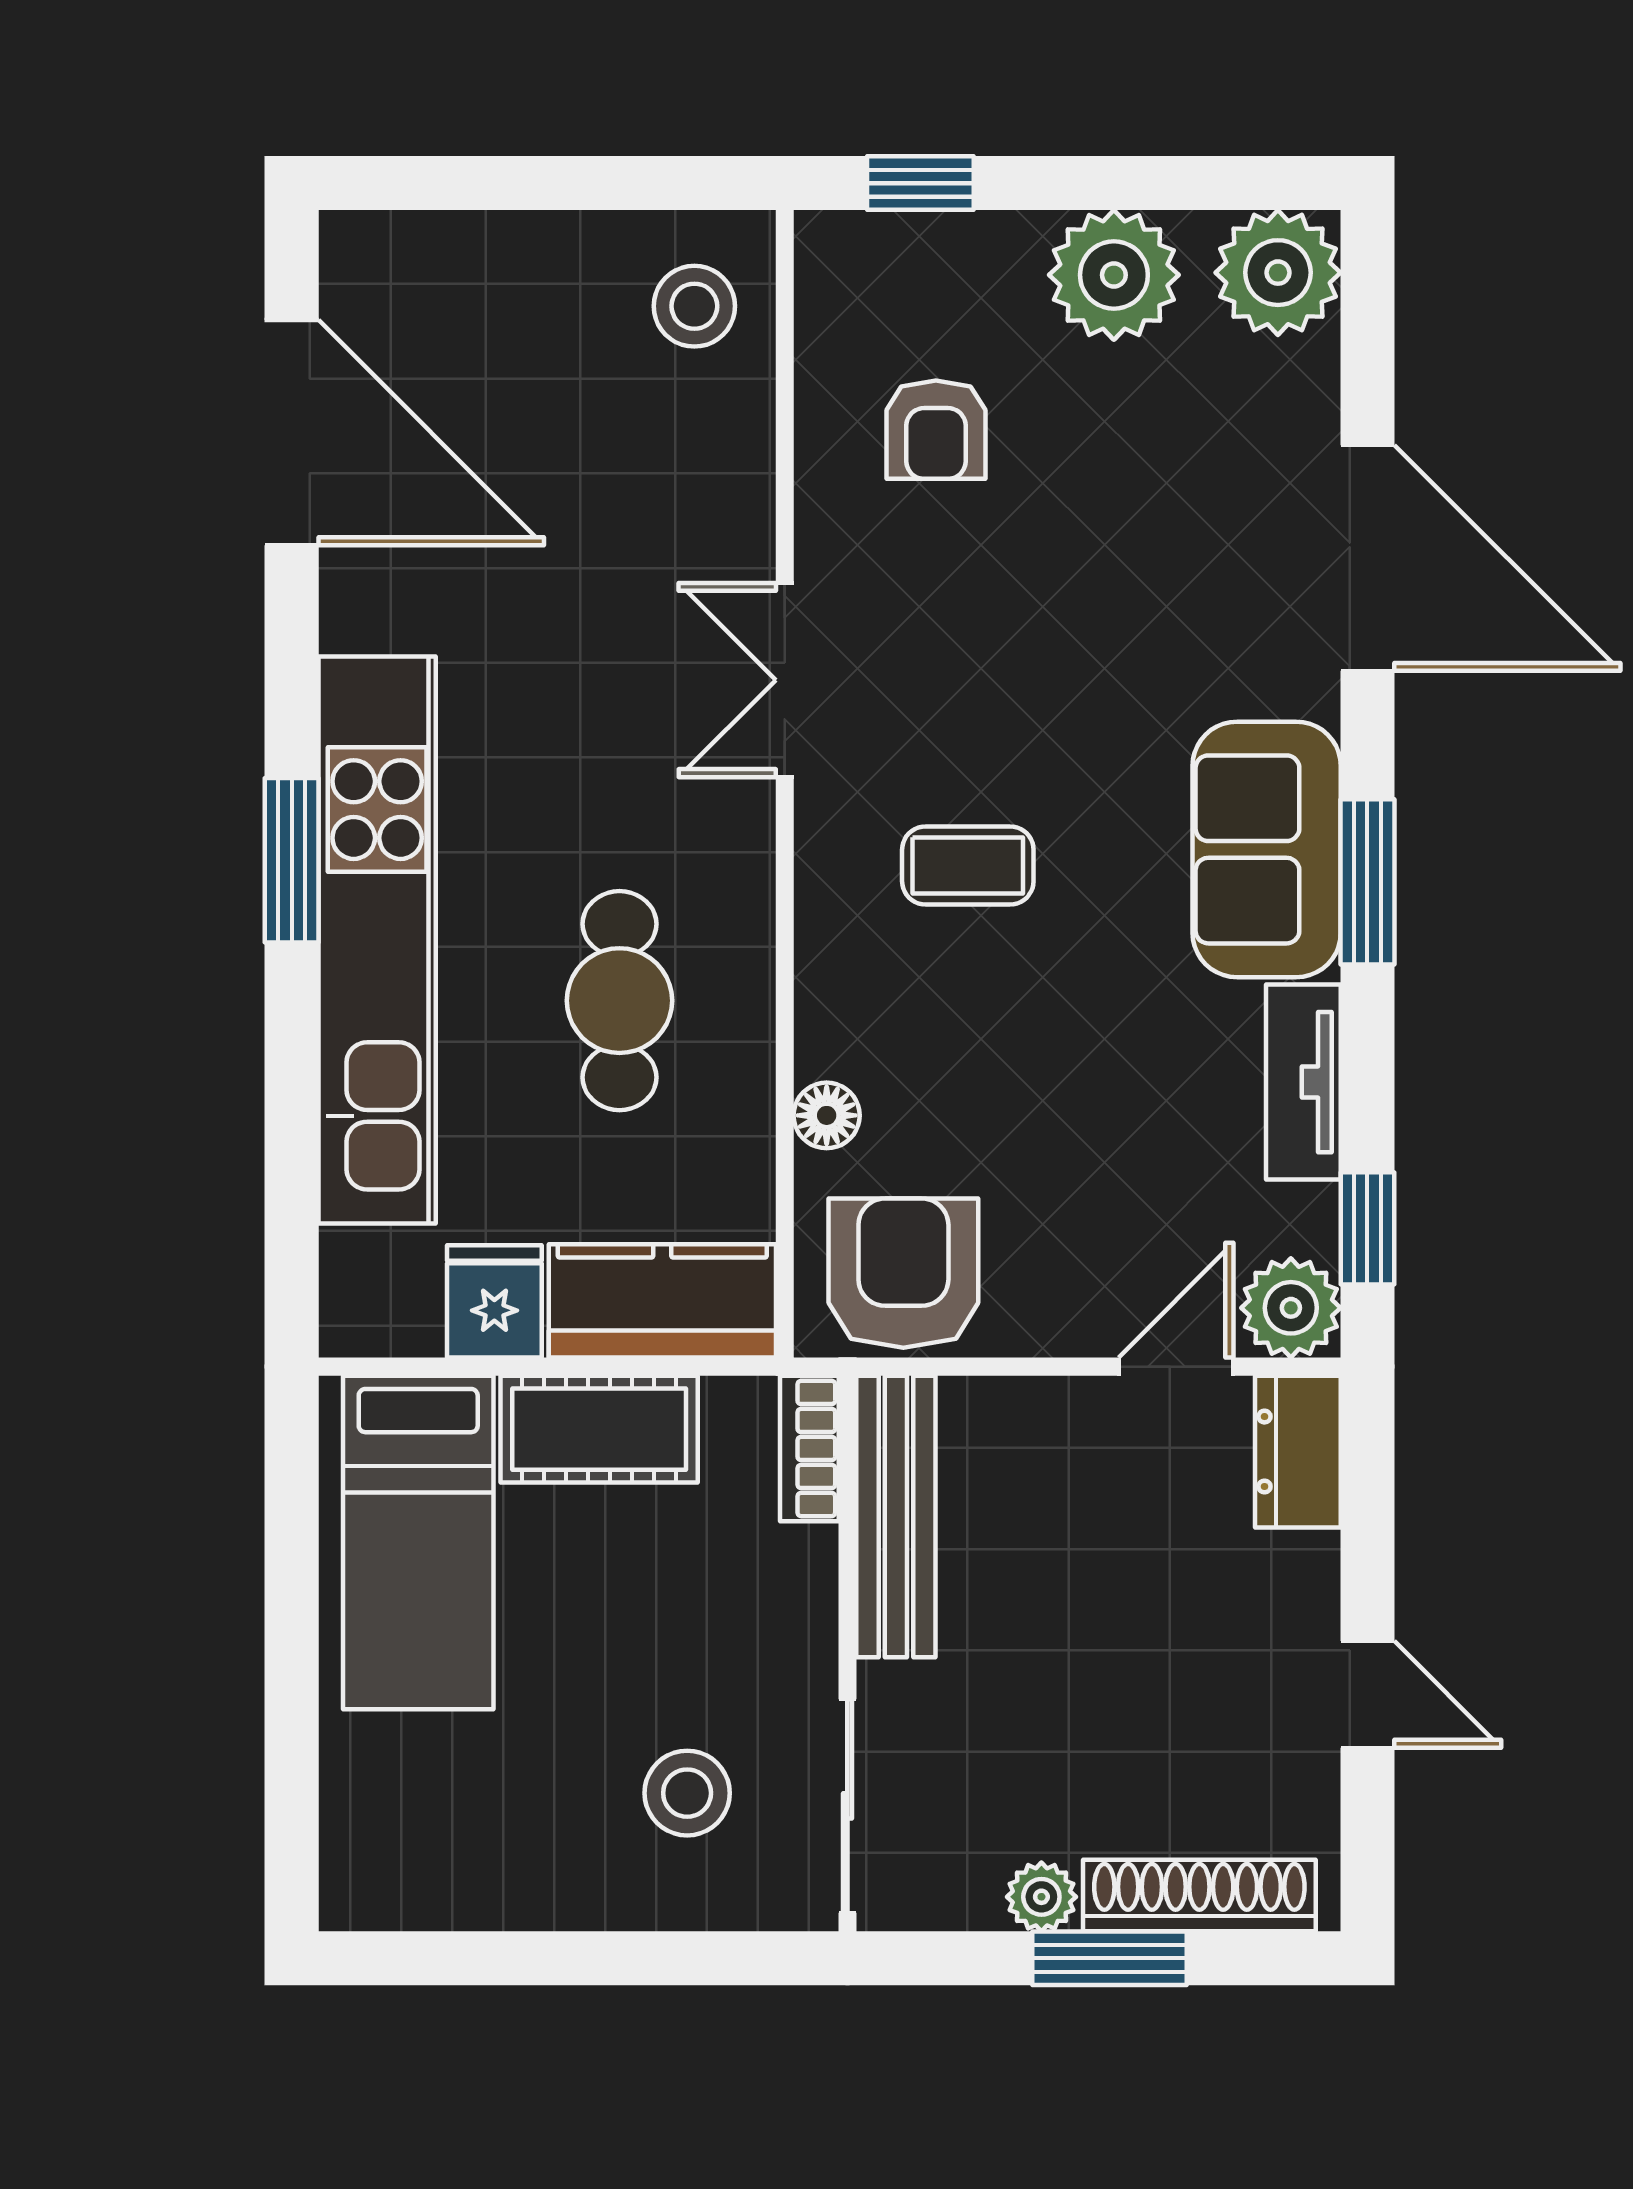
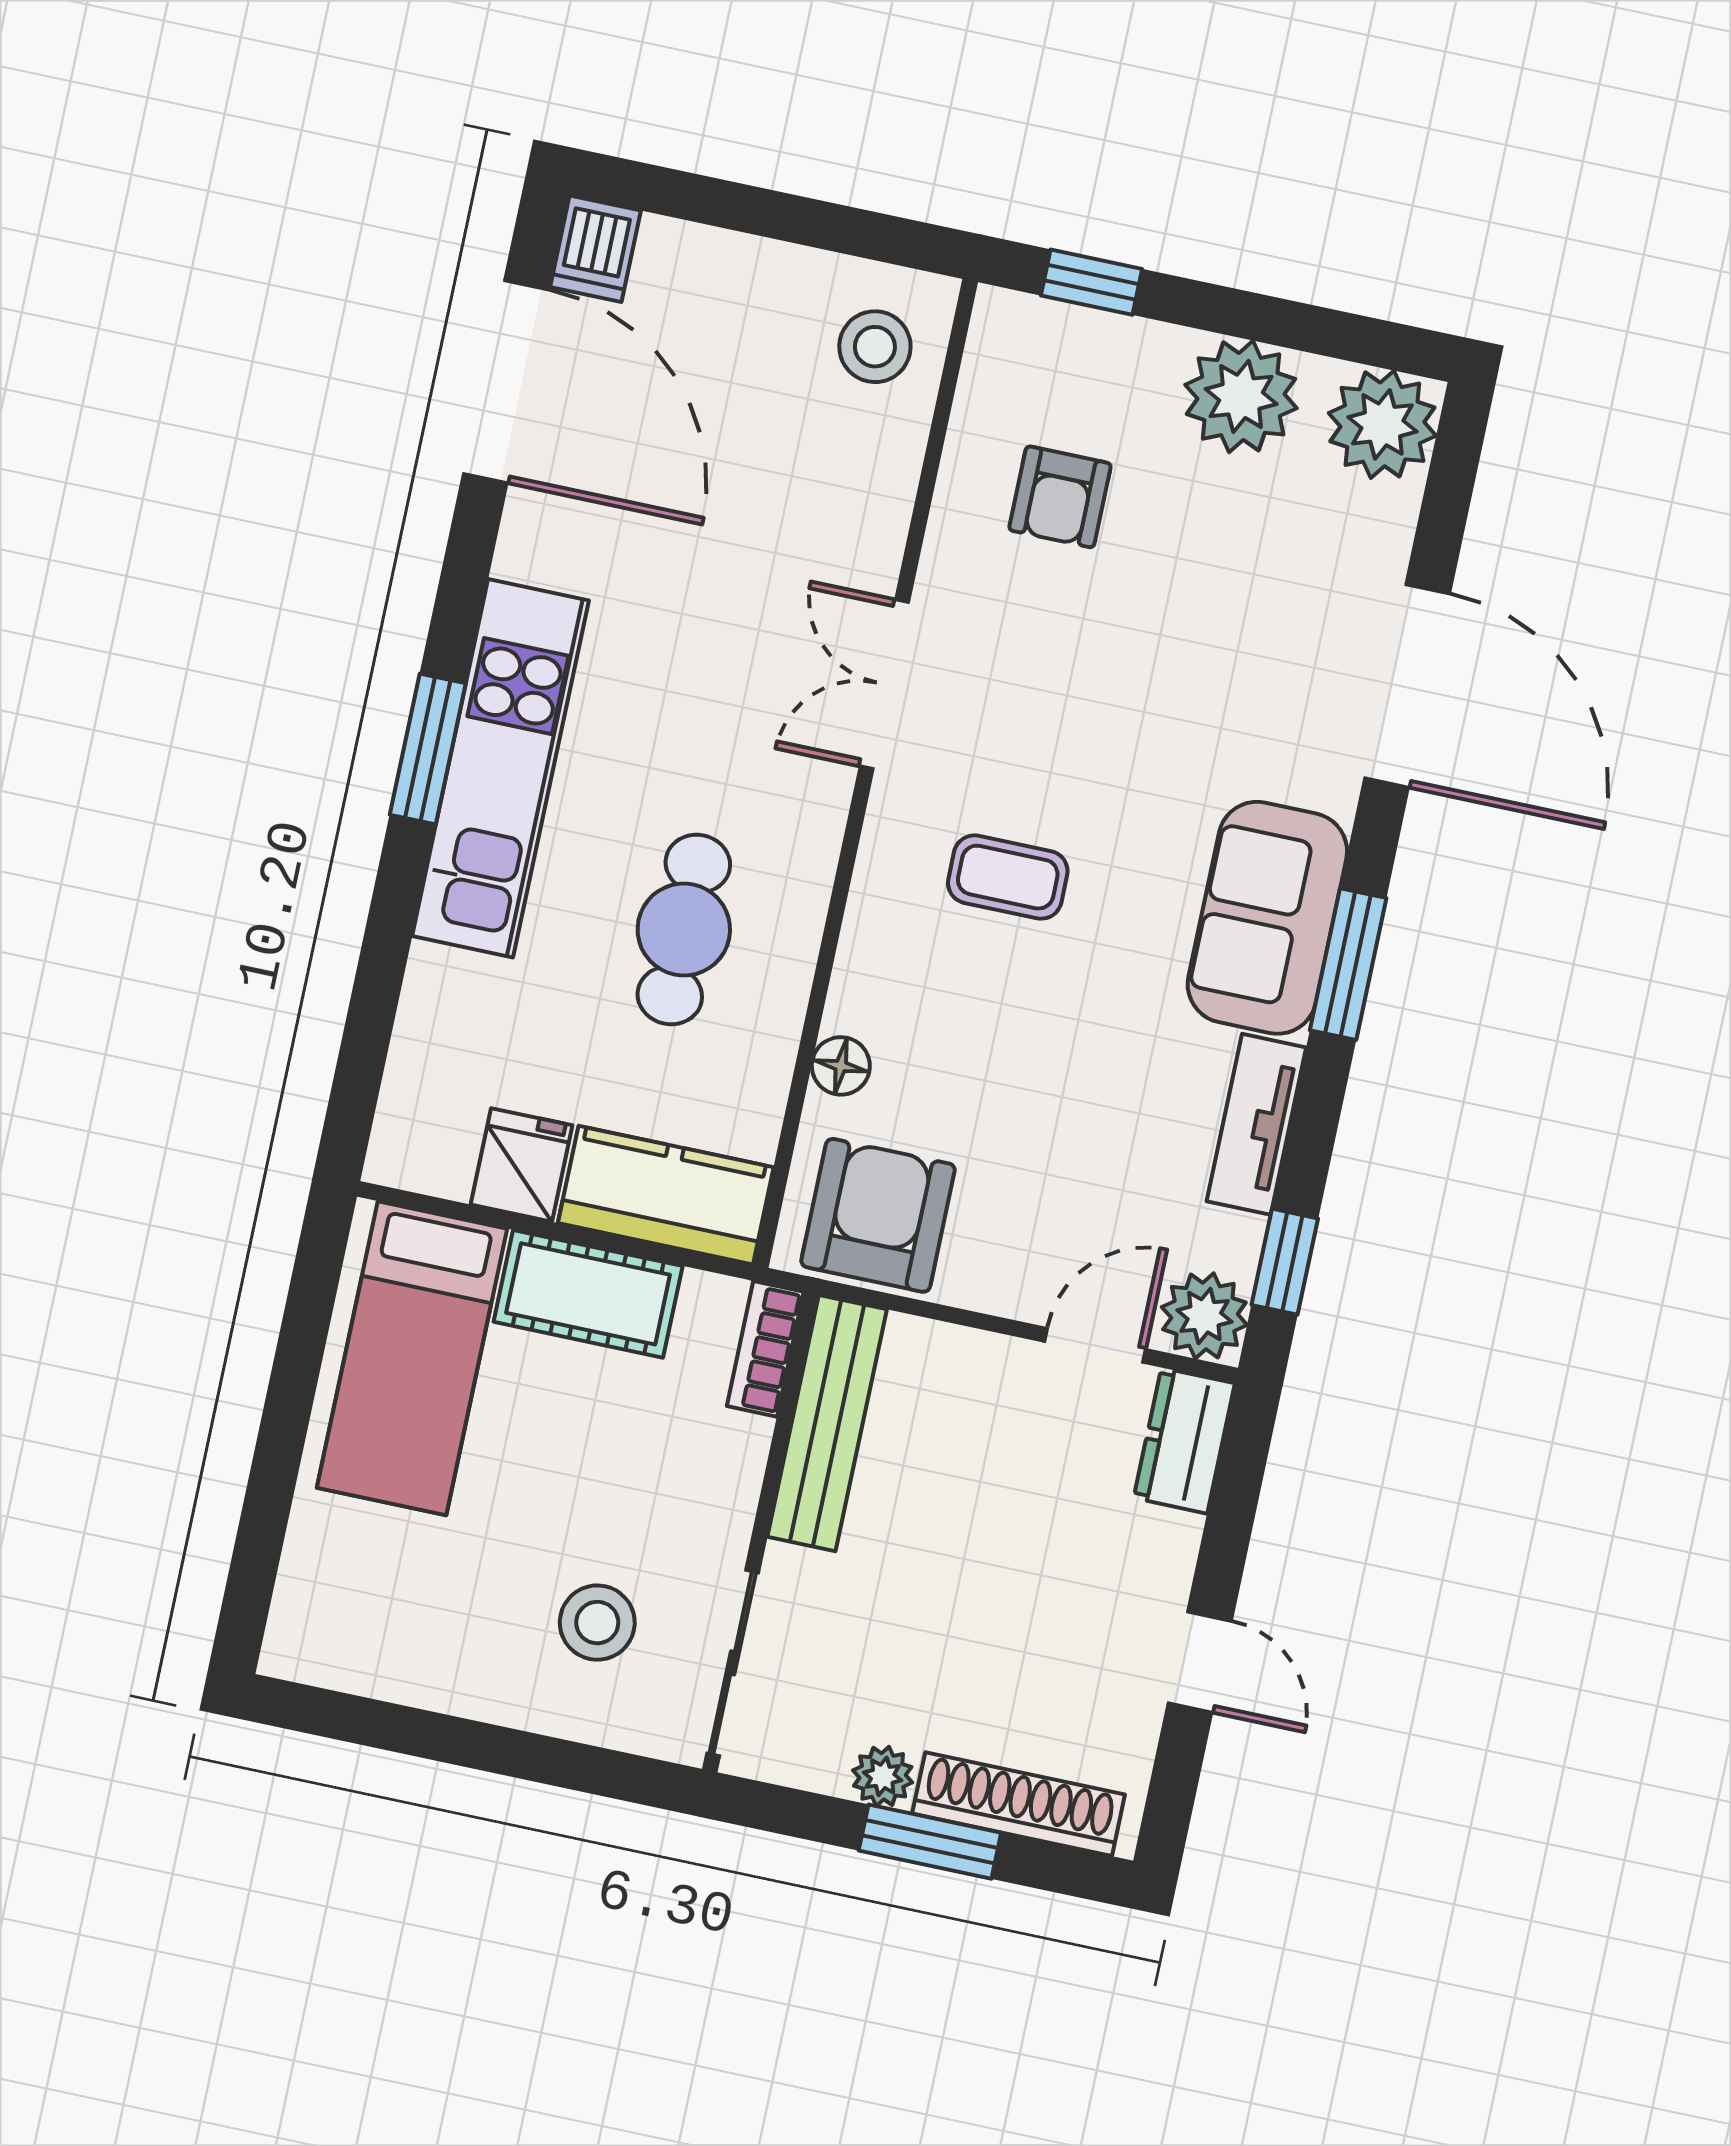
dishwasher: (360, 263) -> (595, 249), added
kitchen unit: (377, 940) -> (501, 768), width x0.73

